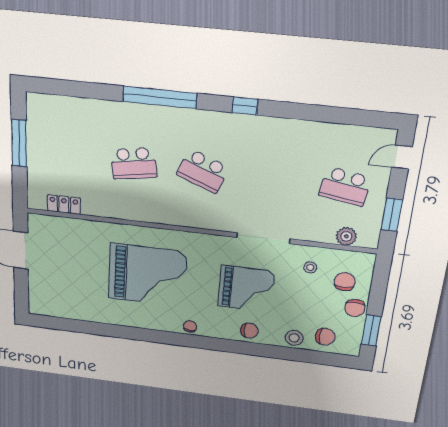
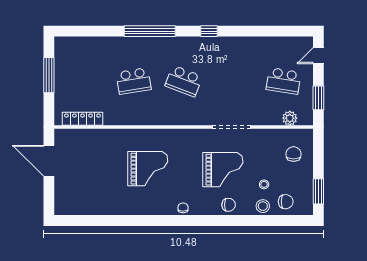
locker: (64, 204) -> (82, 119), width x1.53
stool: (310, 267) -> (264, 184), moved
grand piano: (147, 275) -> (148, 169), width x0.73, depth x0.68
chair: (355, 308) -> (304, 174), removed

